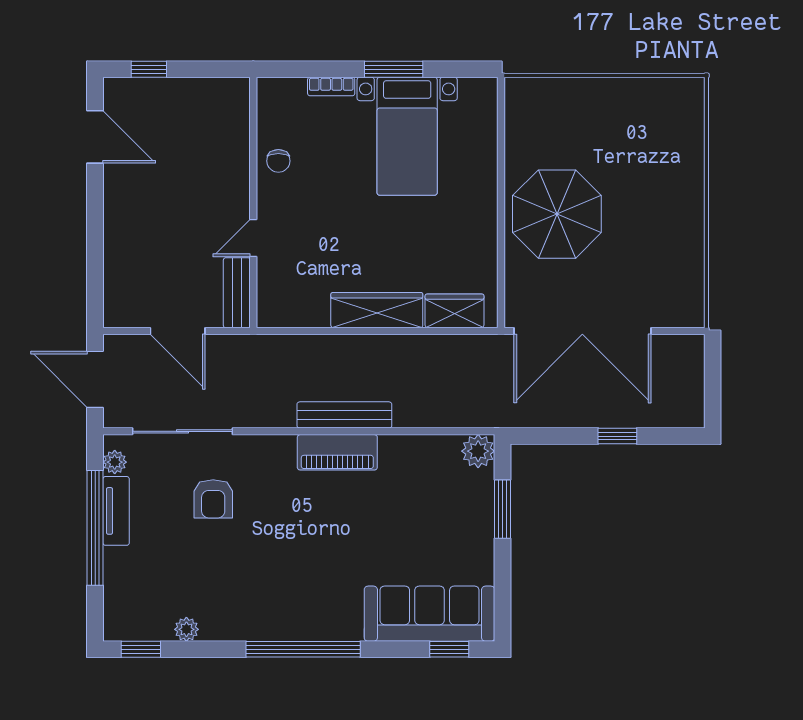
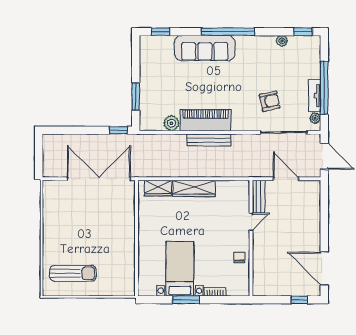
sun lounger: (638, 126) -> (73, 273), added
door: (95, 137) -> (324, 269), width x1.36
parasol: (557, 214) -> (111, 233), removed
window: (617, 436) -> (118, 130), moved
plant: (478, 451) -> (171, 123), moved
piano: (337, 452) -> (205, 120), width x1.37, depth x1.33
armchair: (213, 499) -> (270, 101), turned 78
sofa: (430, 614) -> (205, 48), moved

